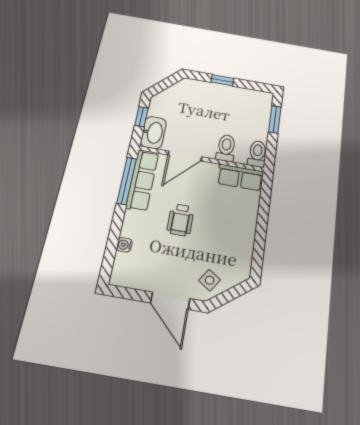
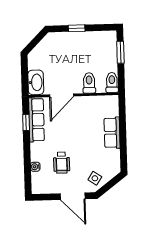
window: (141, 117) -> (25, 72), removed
row of seats: (240, 177) -> (112, 133), moved, turned 90
window: (127, 181) -> (26, 122), width x0.46
wheelchair: (180, 220) -> (62, 163), moved

